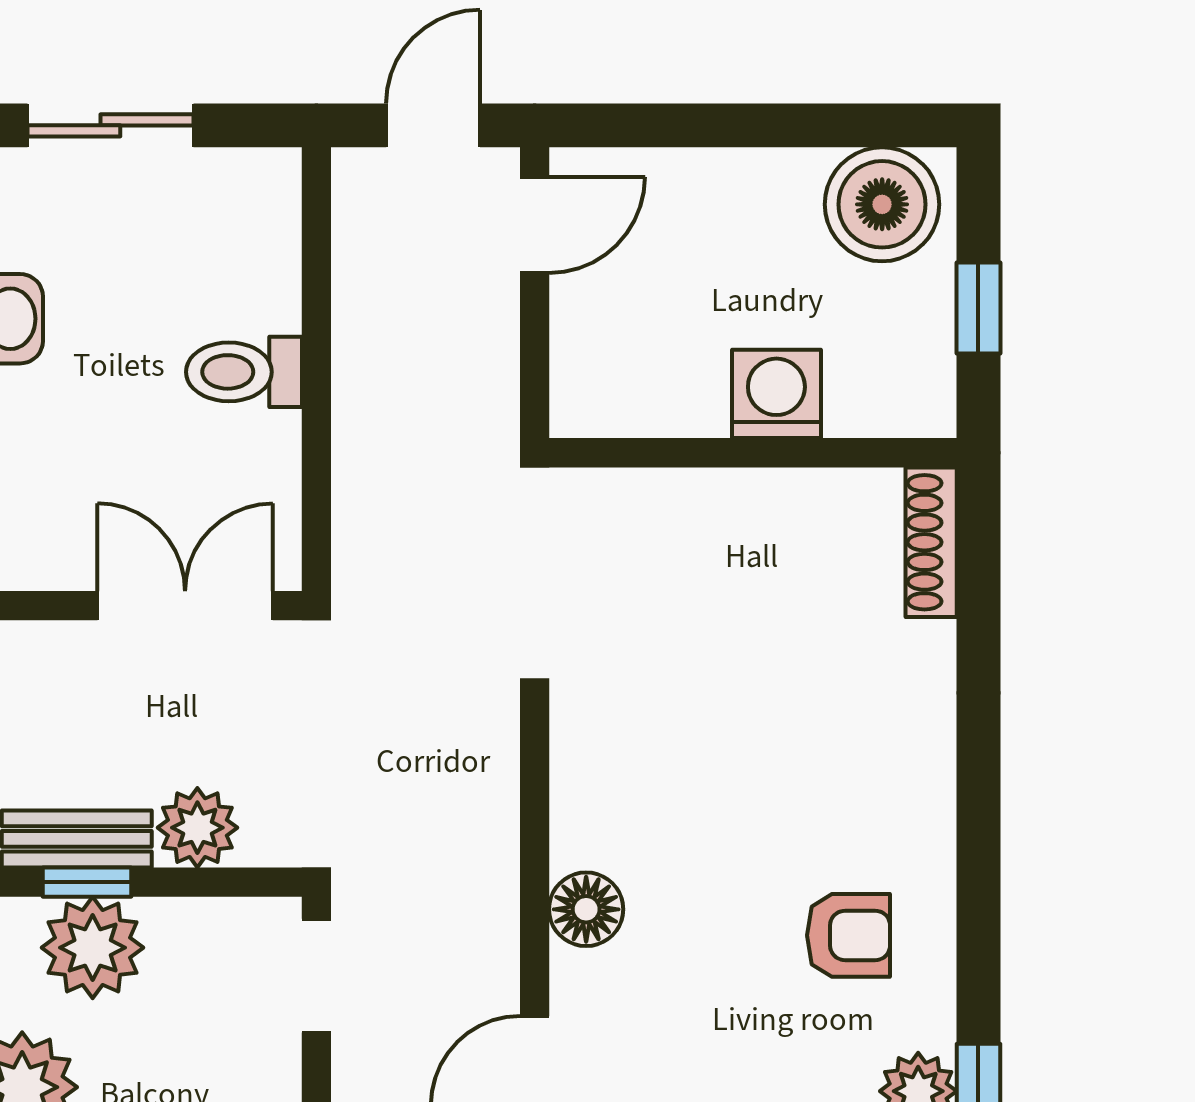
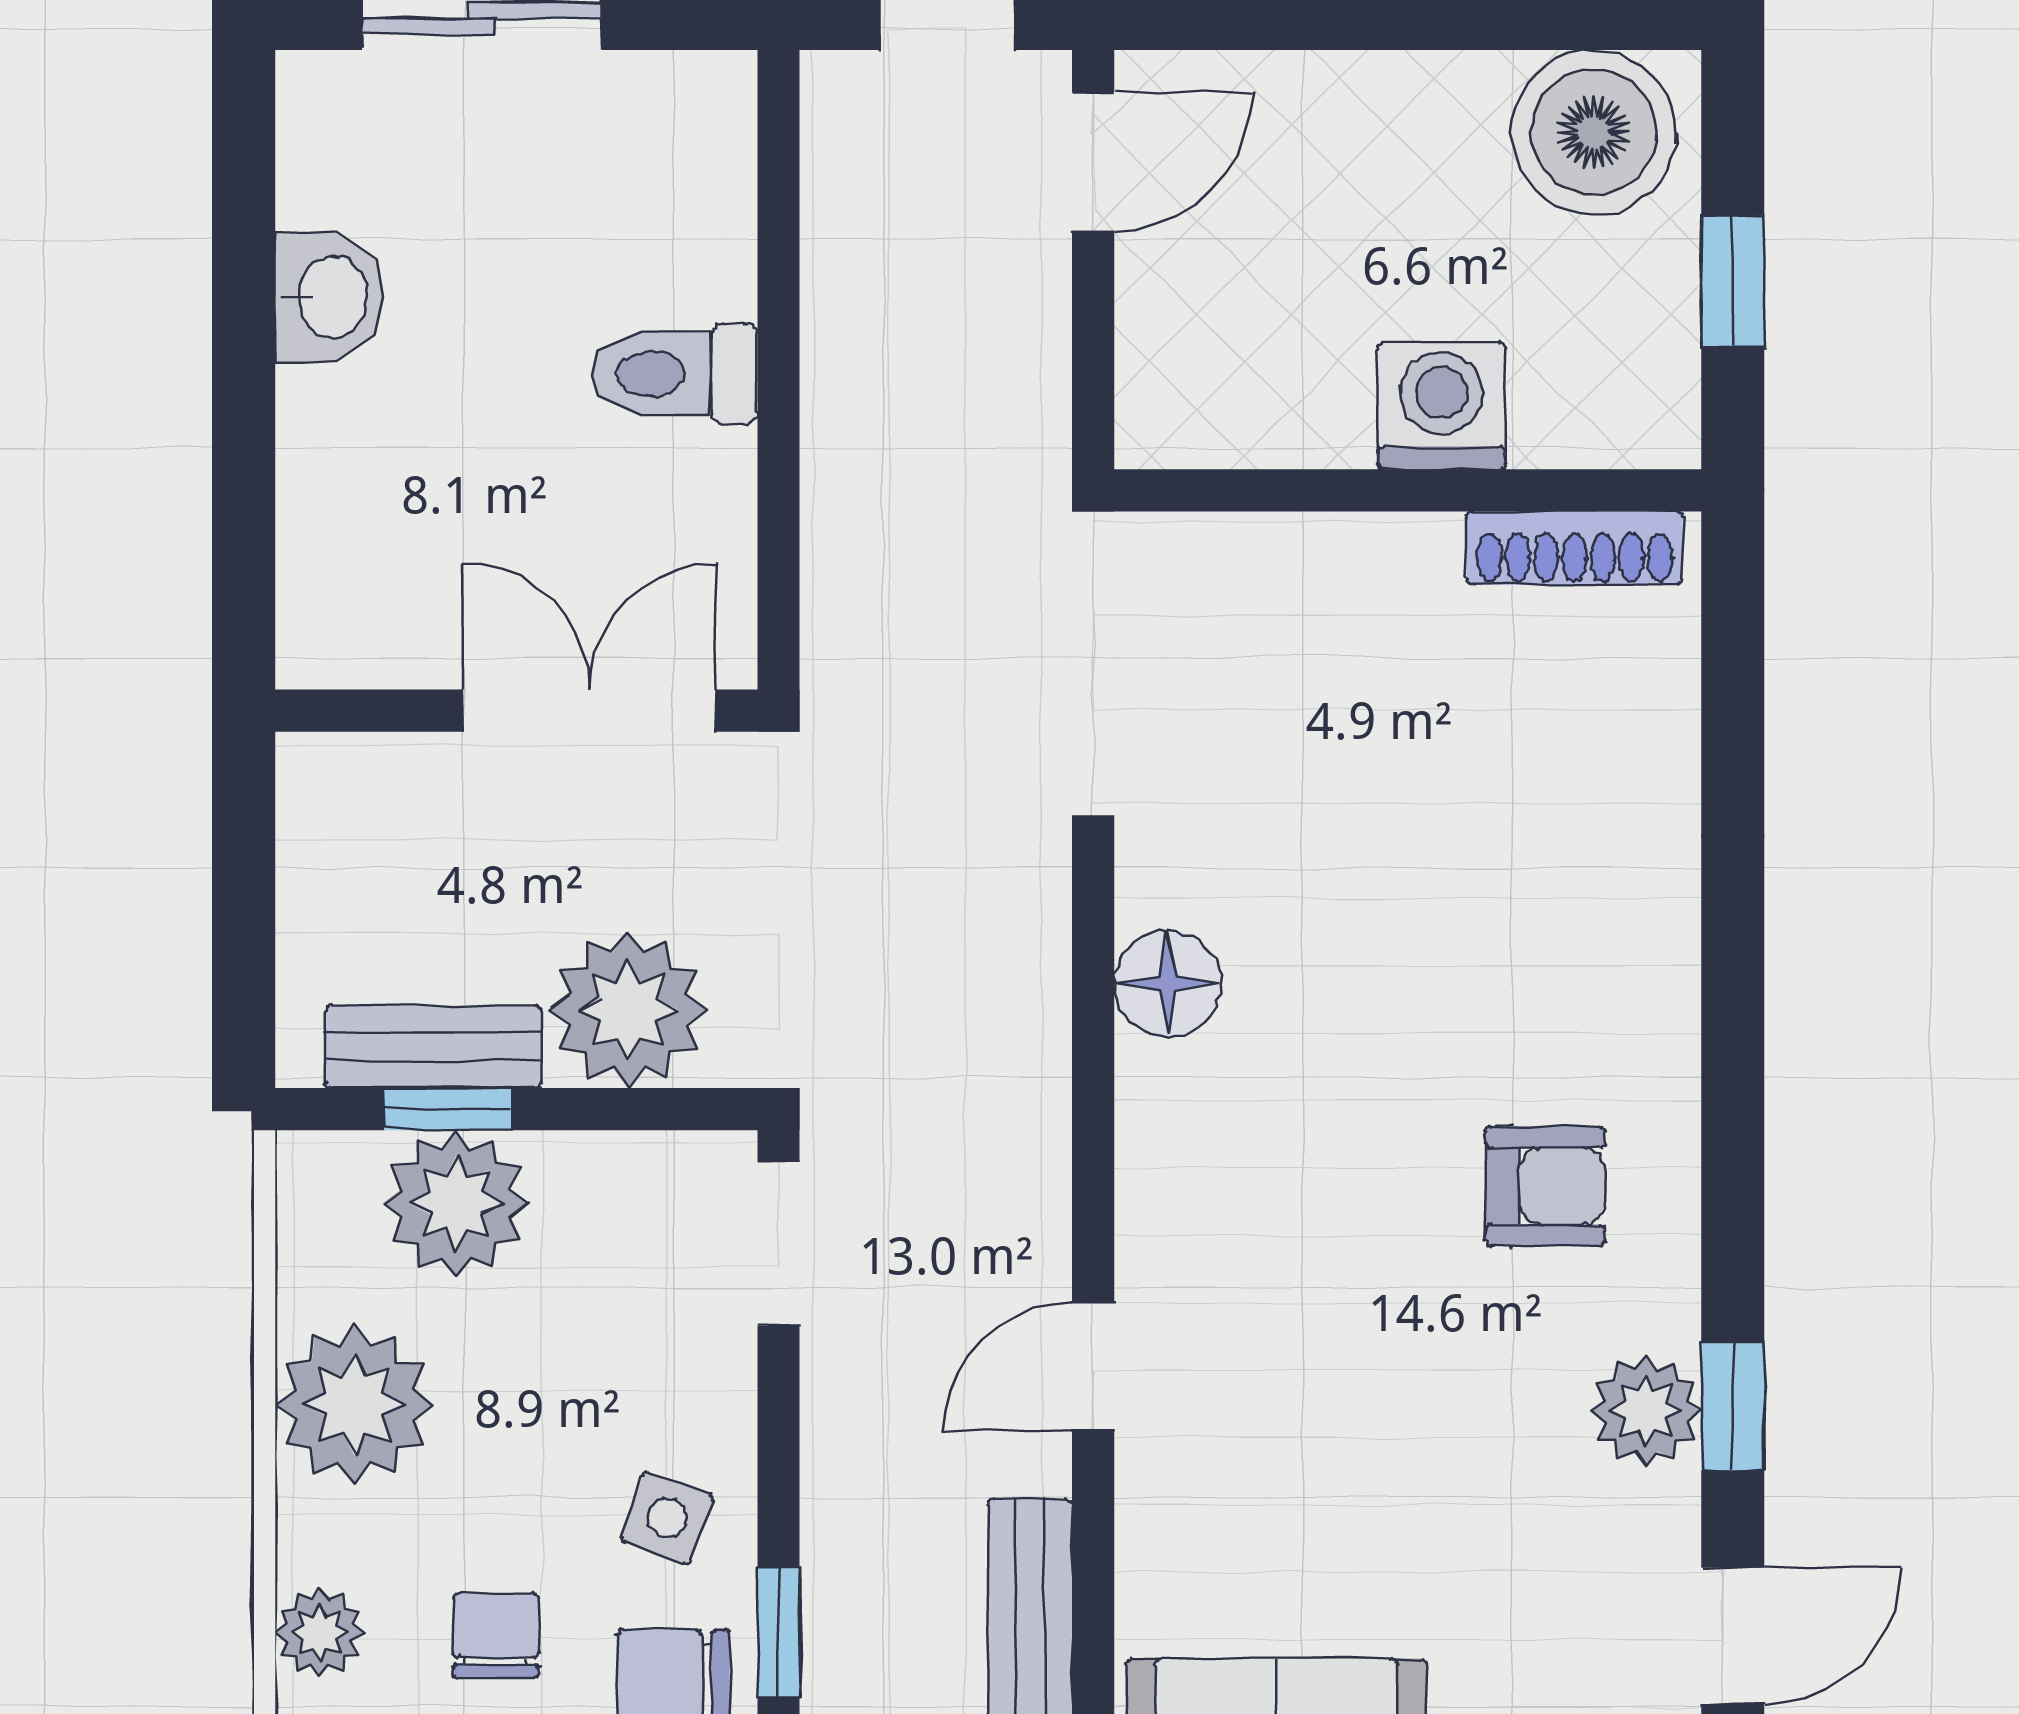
shoe rack: (931, 542) -> (1575, 548), moved, turned -90
plant: (197, 828) -> (628, 1010), width x1.36, depth x1.36
floor lamp: (586, 909) -> (1167, 984), moved

